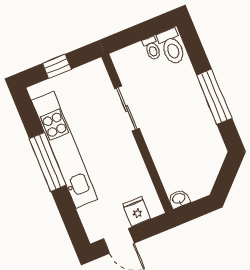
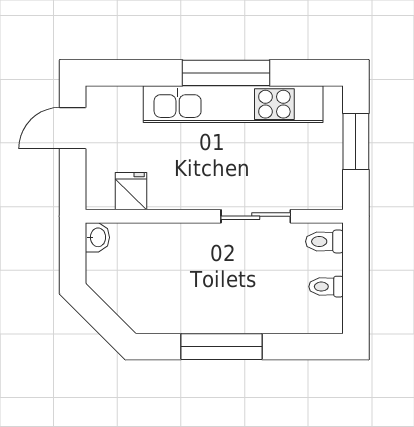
toilet: (172, 47) -> (324, 241), moved, width x0.73, depth x0.72
window: (57, 66) -> (356, 141), width x1.50
fridge: (137, 211) -> (131, 191), moved, turned -90

